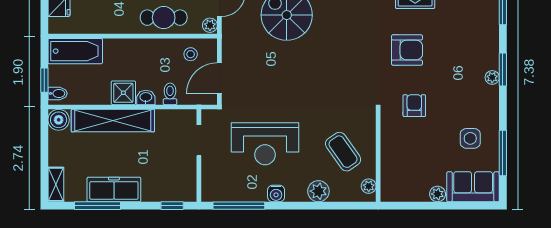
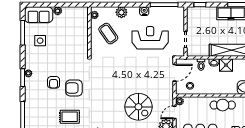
cafe table: (164, 18) -> (223, 105), moved
armchair: (414, 106) -> (54, 82), moved

